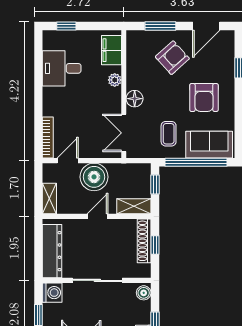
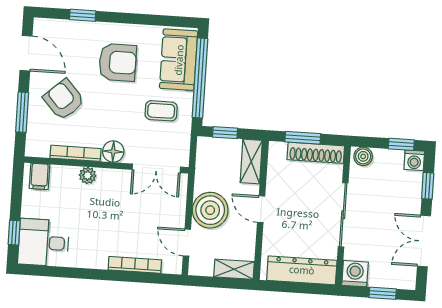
filing cabinet: (111, 50) -> (40, 176), width x0.50
desk: (62, 68) -> (43, 243), moved, turned 90
bookcase: (131, 69) -> (75, 153), added
bookcase: (48, 138) -> (135, 265), moved
shoe rack: (144, 241) -> (316, 153), moved
window: (155, 245) -> (303, 138), width x1.50

